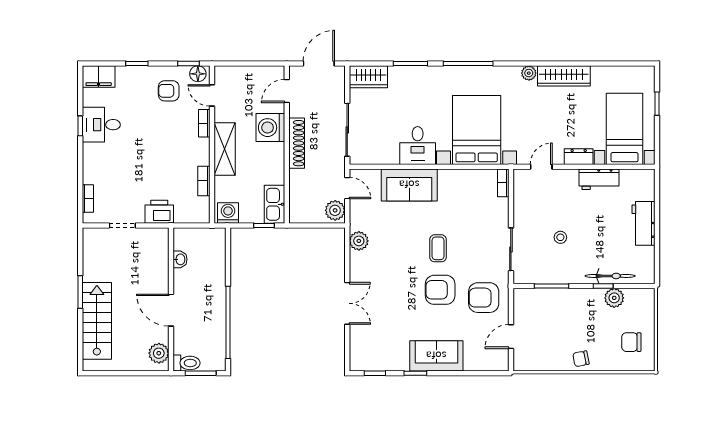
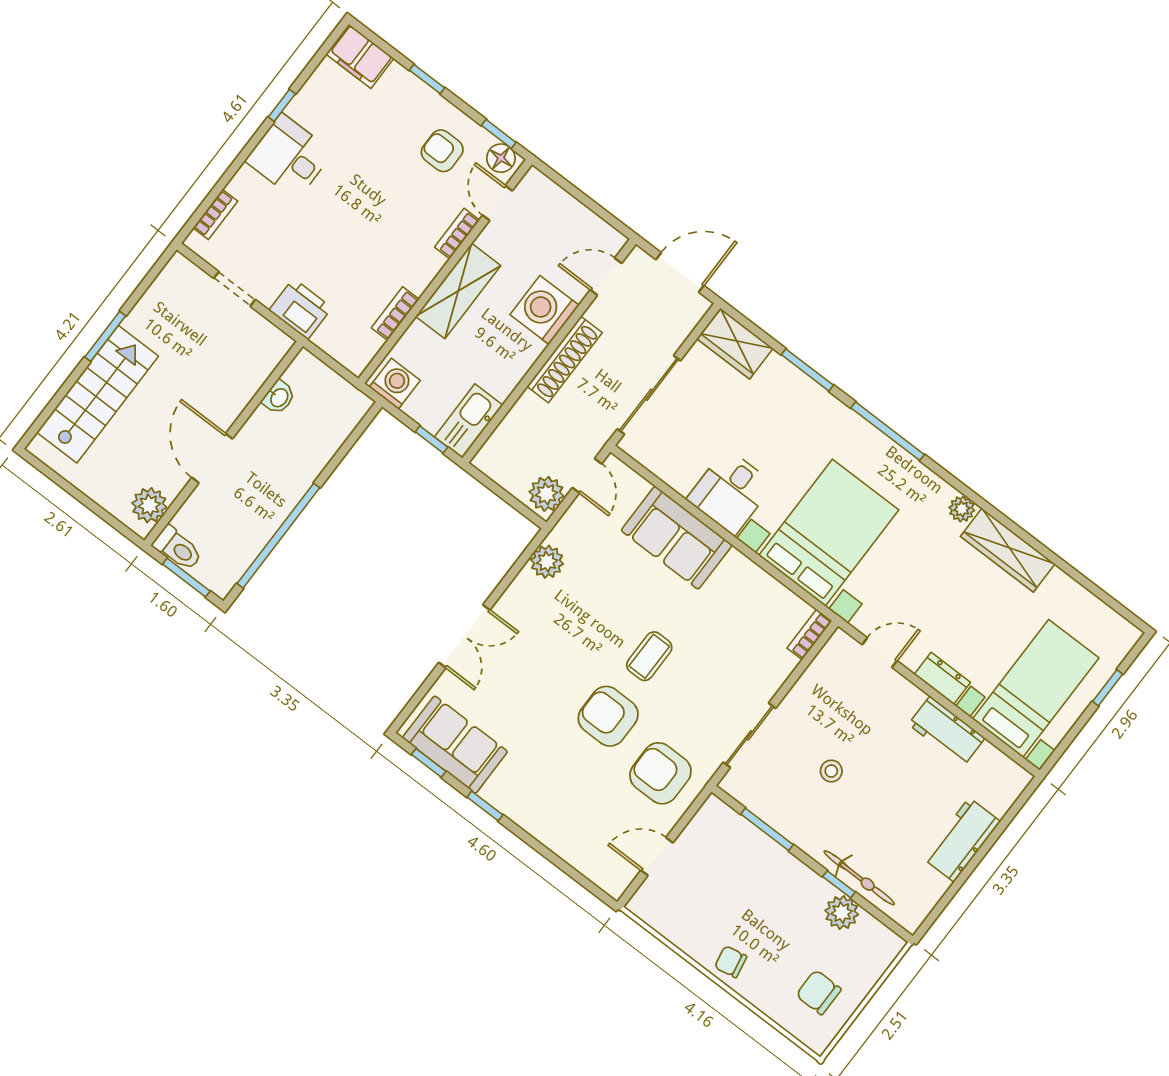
desk: (101, 125) -> (289, 157), moved
sofa: (436, 356) -> (455, 745), moved

